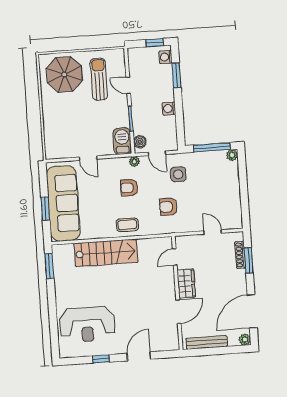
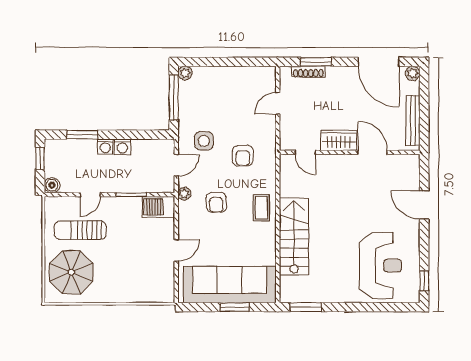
washing machine: (165, 57) -> (105, 147), moved
boiler: (140, 142) -> (52, 185), moved
window: (101, 359) -> (424, 281), moved

